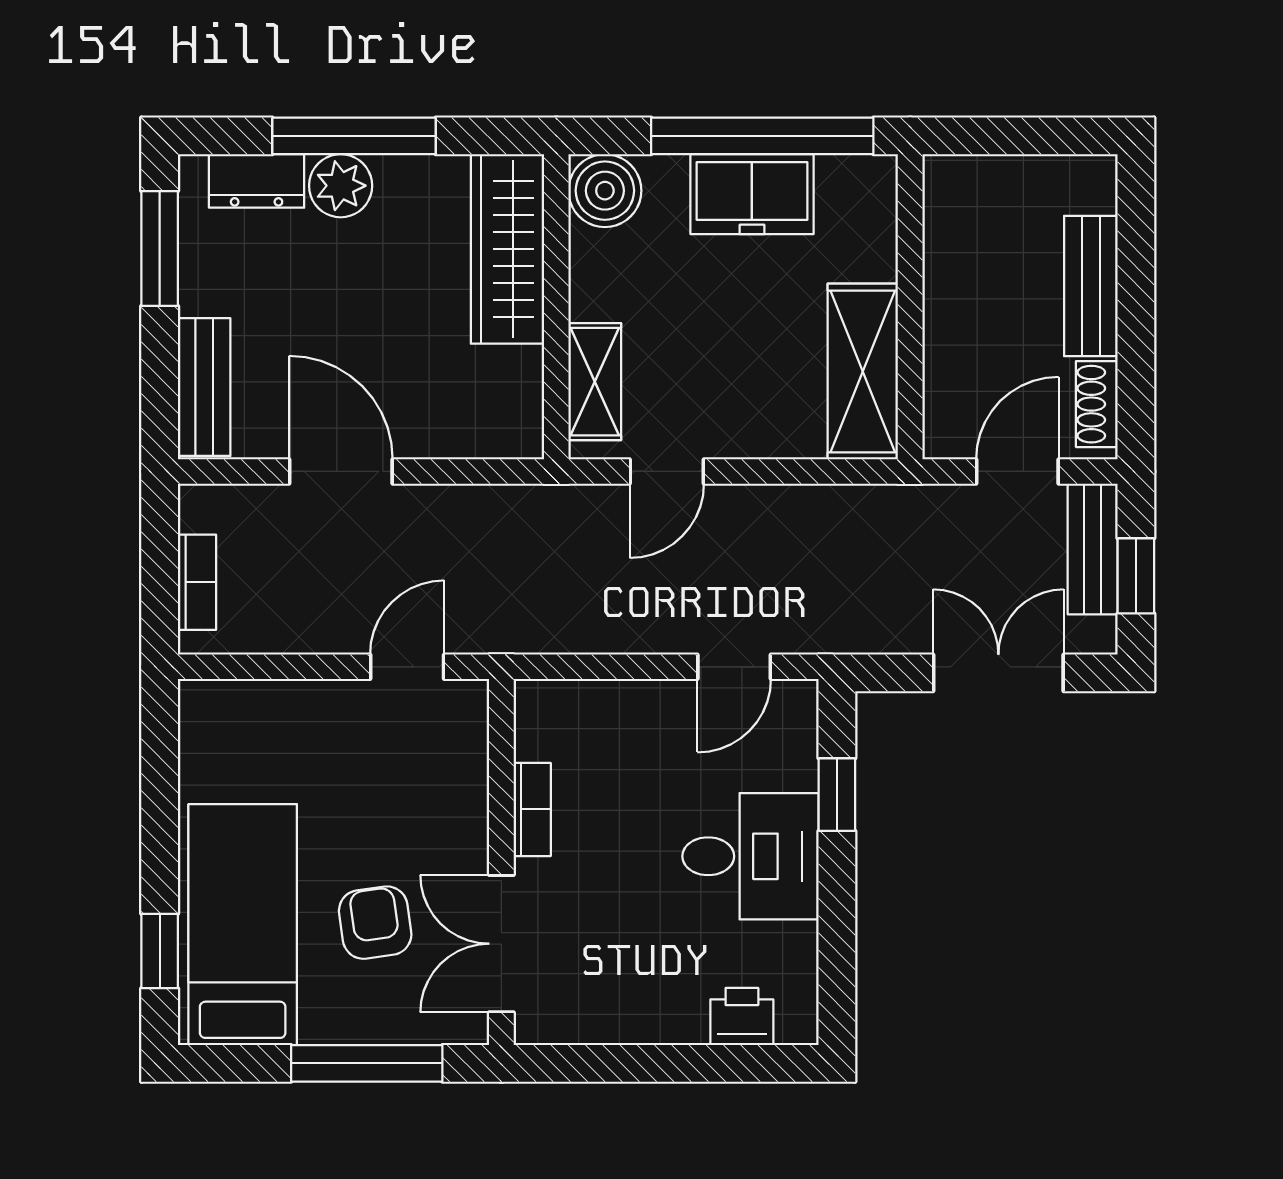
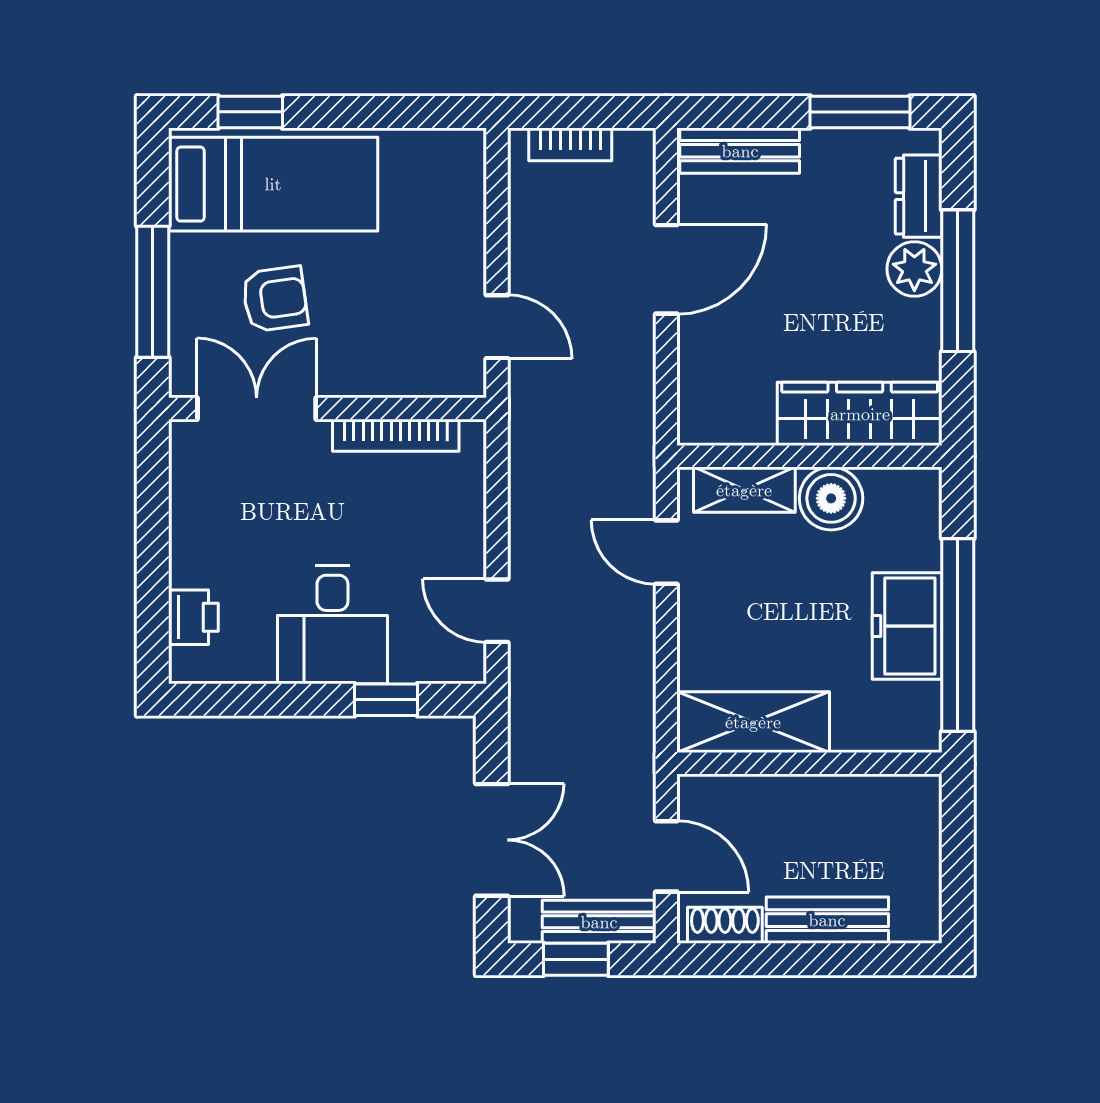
boiler: (605, 191) -> (831, 498), moved
bookcase: (532, 809) -> (396, 435), width x1.56

